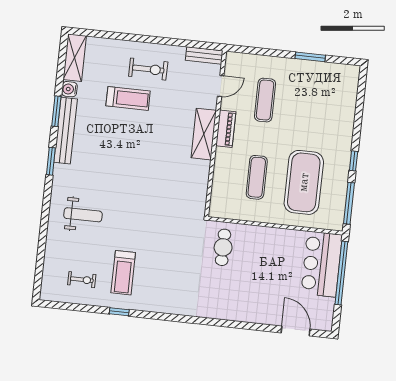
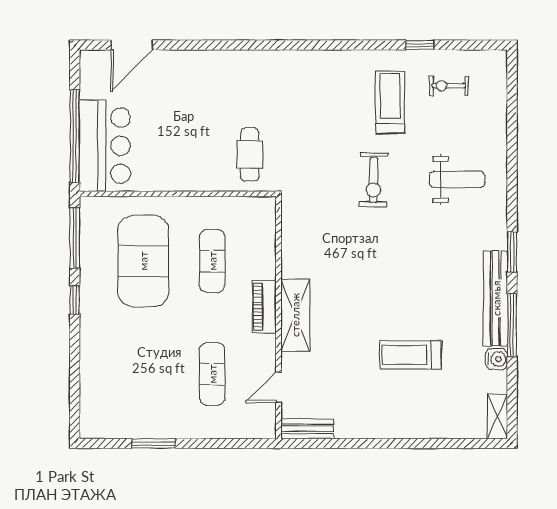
shelving: (75, 58) -> (497, 416), width x0.67, depth x0.75
exercise bike: (148, 69) -> (374, 180), moved, turned -89
window: (56, 111) -> (512, 325), width x1.44
piano: (226, 129) -> (264, 307), moved
weight bench: (83, 215) -> (457, 180), turned 180
window: (119, 312) -> (420, 45), moved
door: (296, 331) -> (132, 45), hinge flipped

